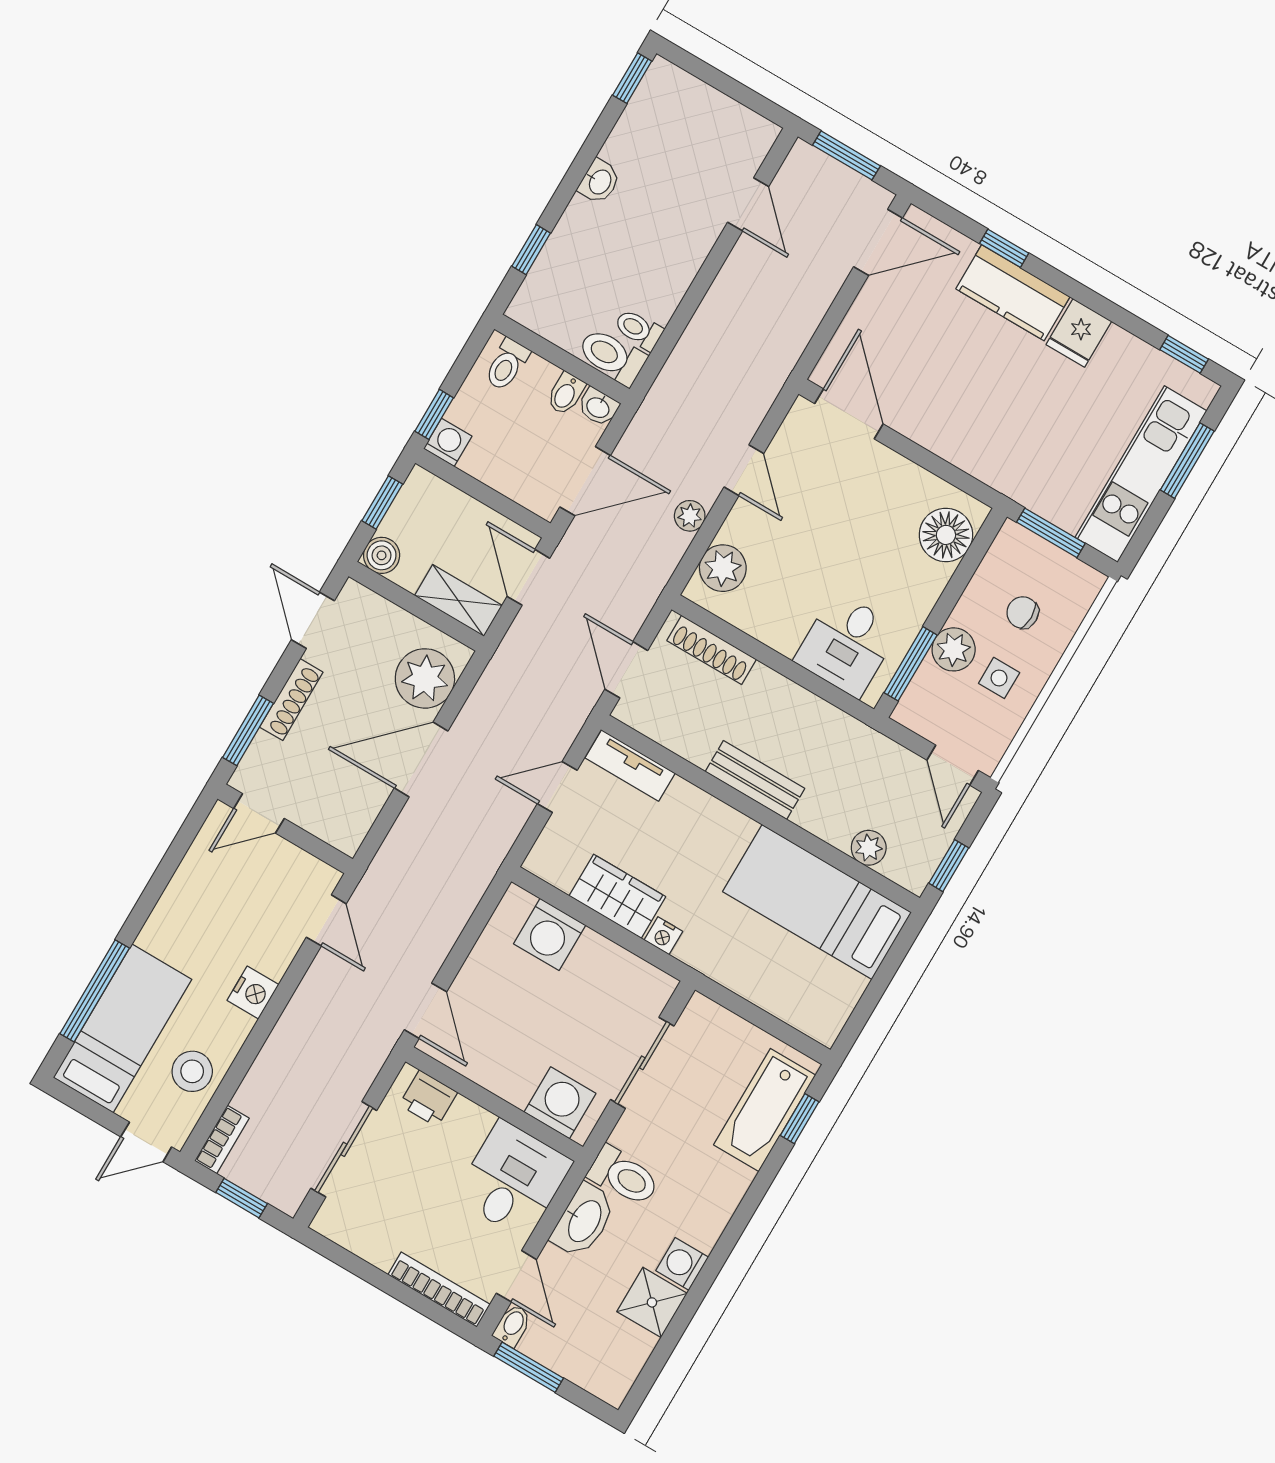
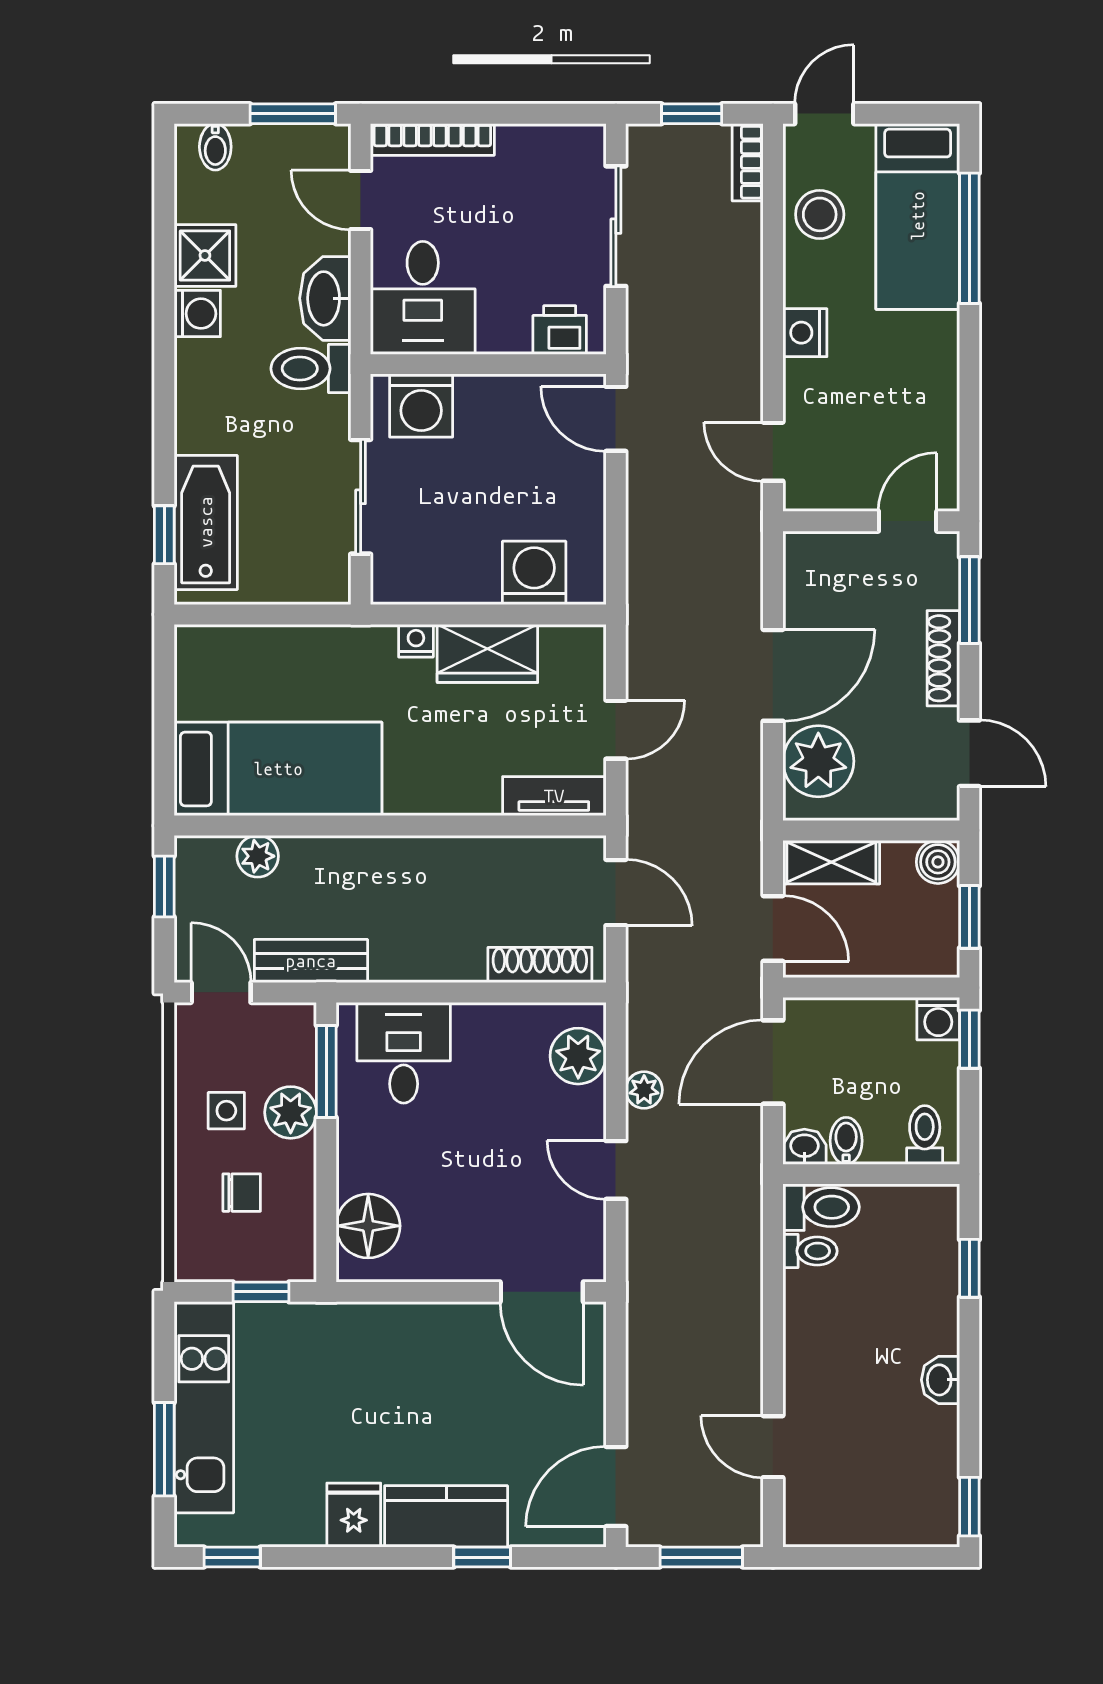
window: (1051, 533) -> (261, 1292), width x0.67
bench: (755, 780) -> (311, 961), moved
bidet: (512, 1325) -> (215, 147), moved

